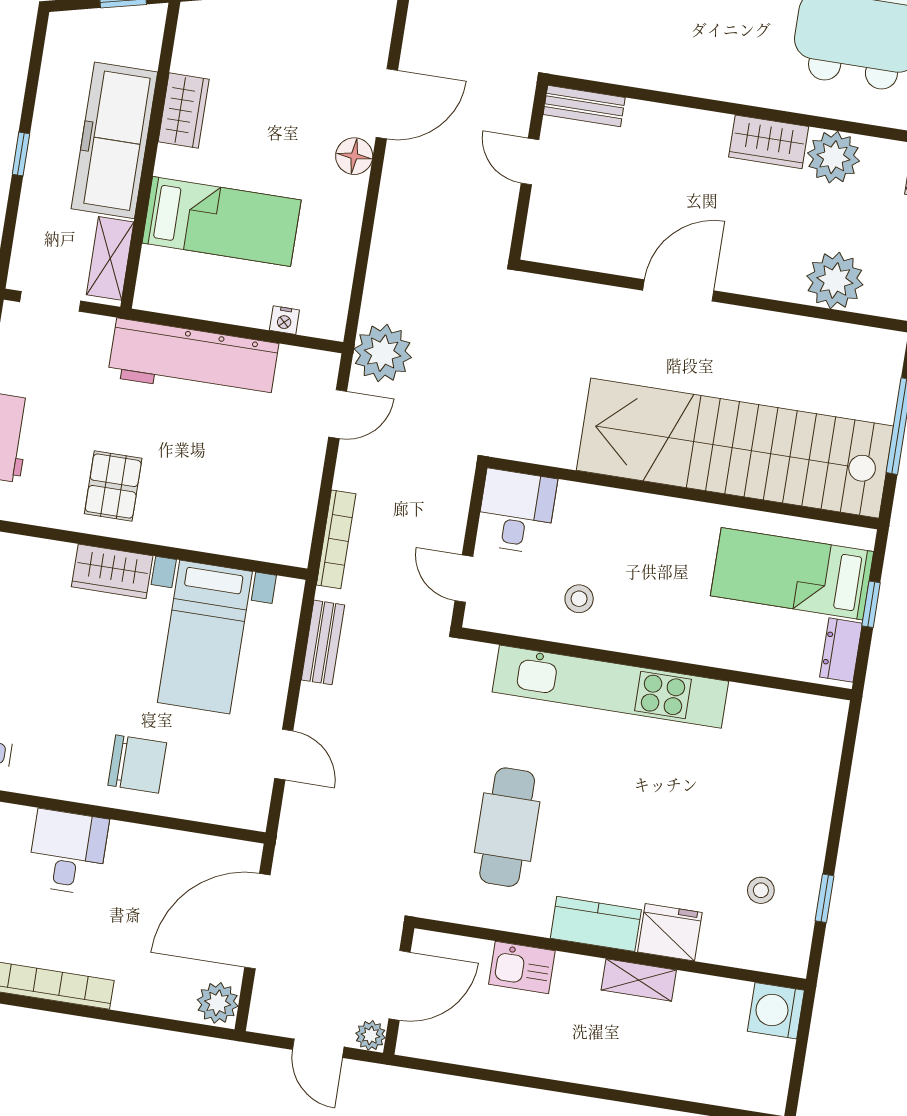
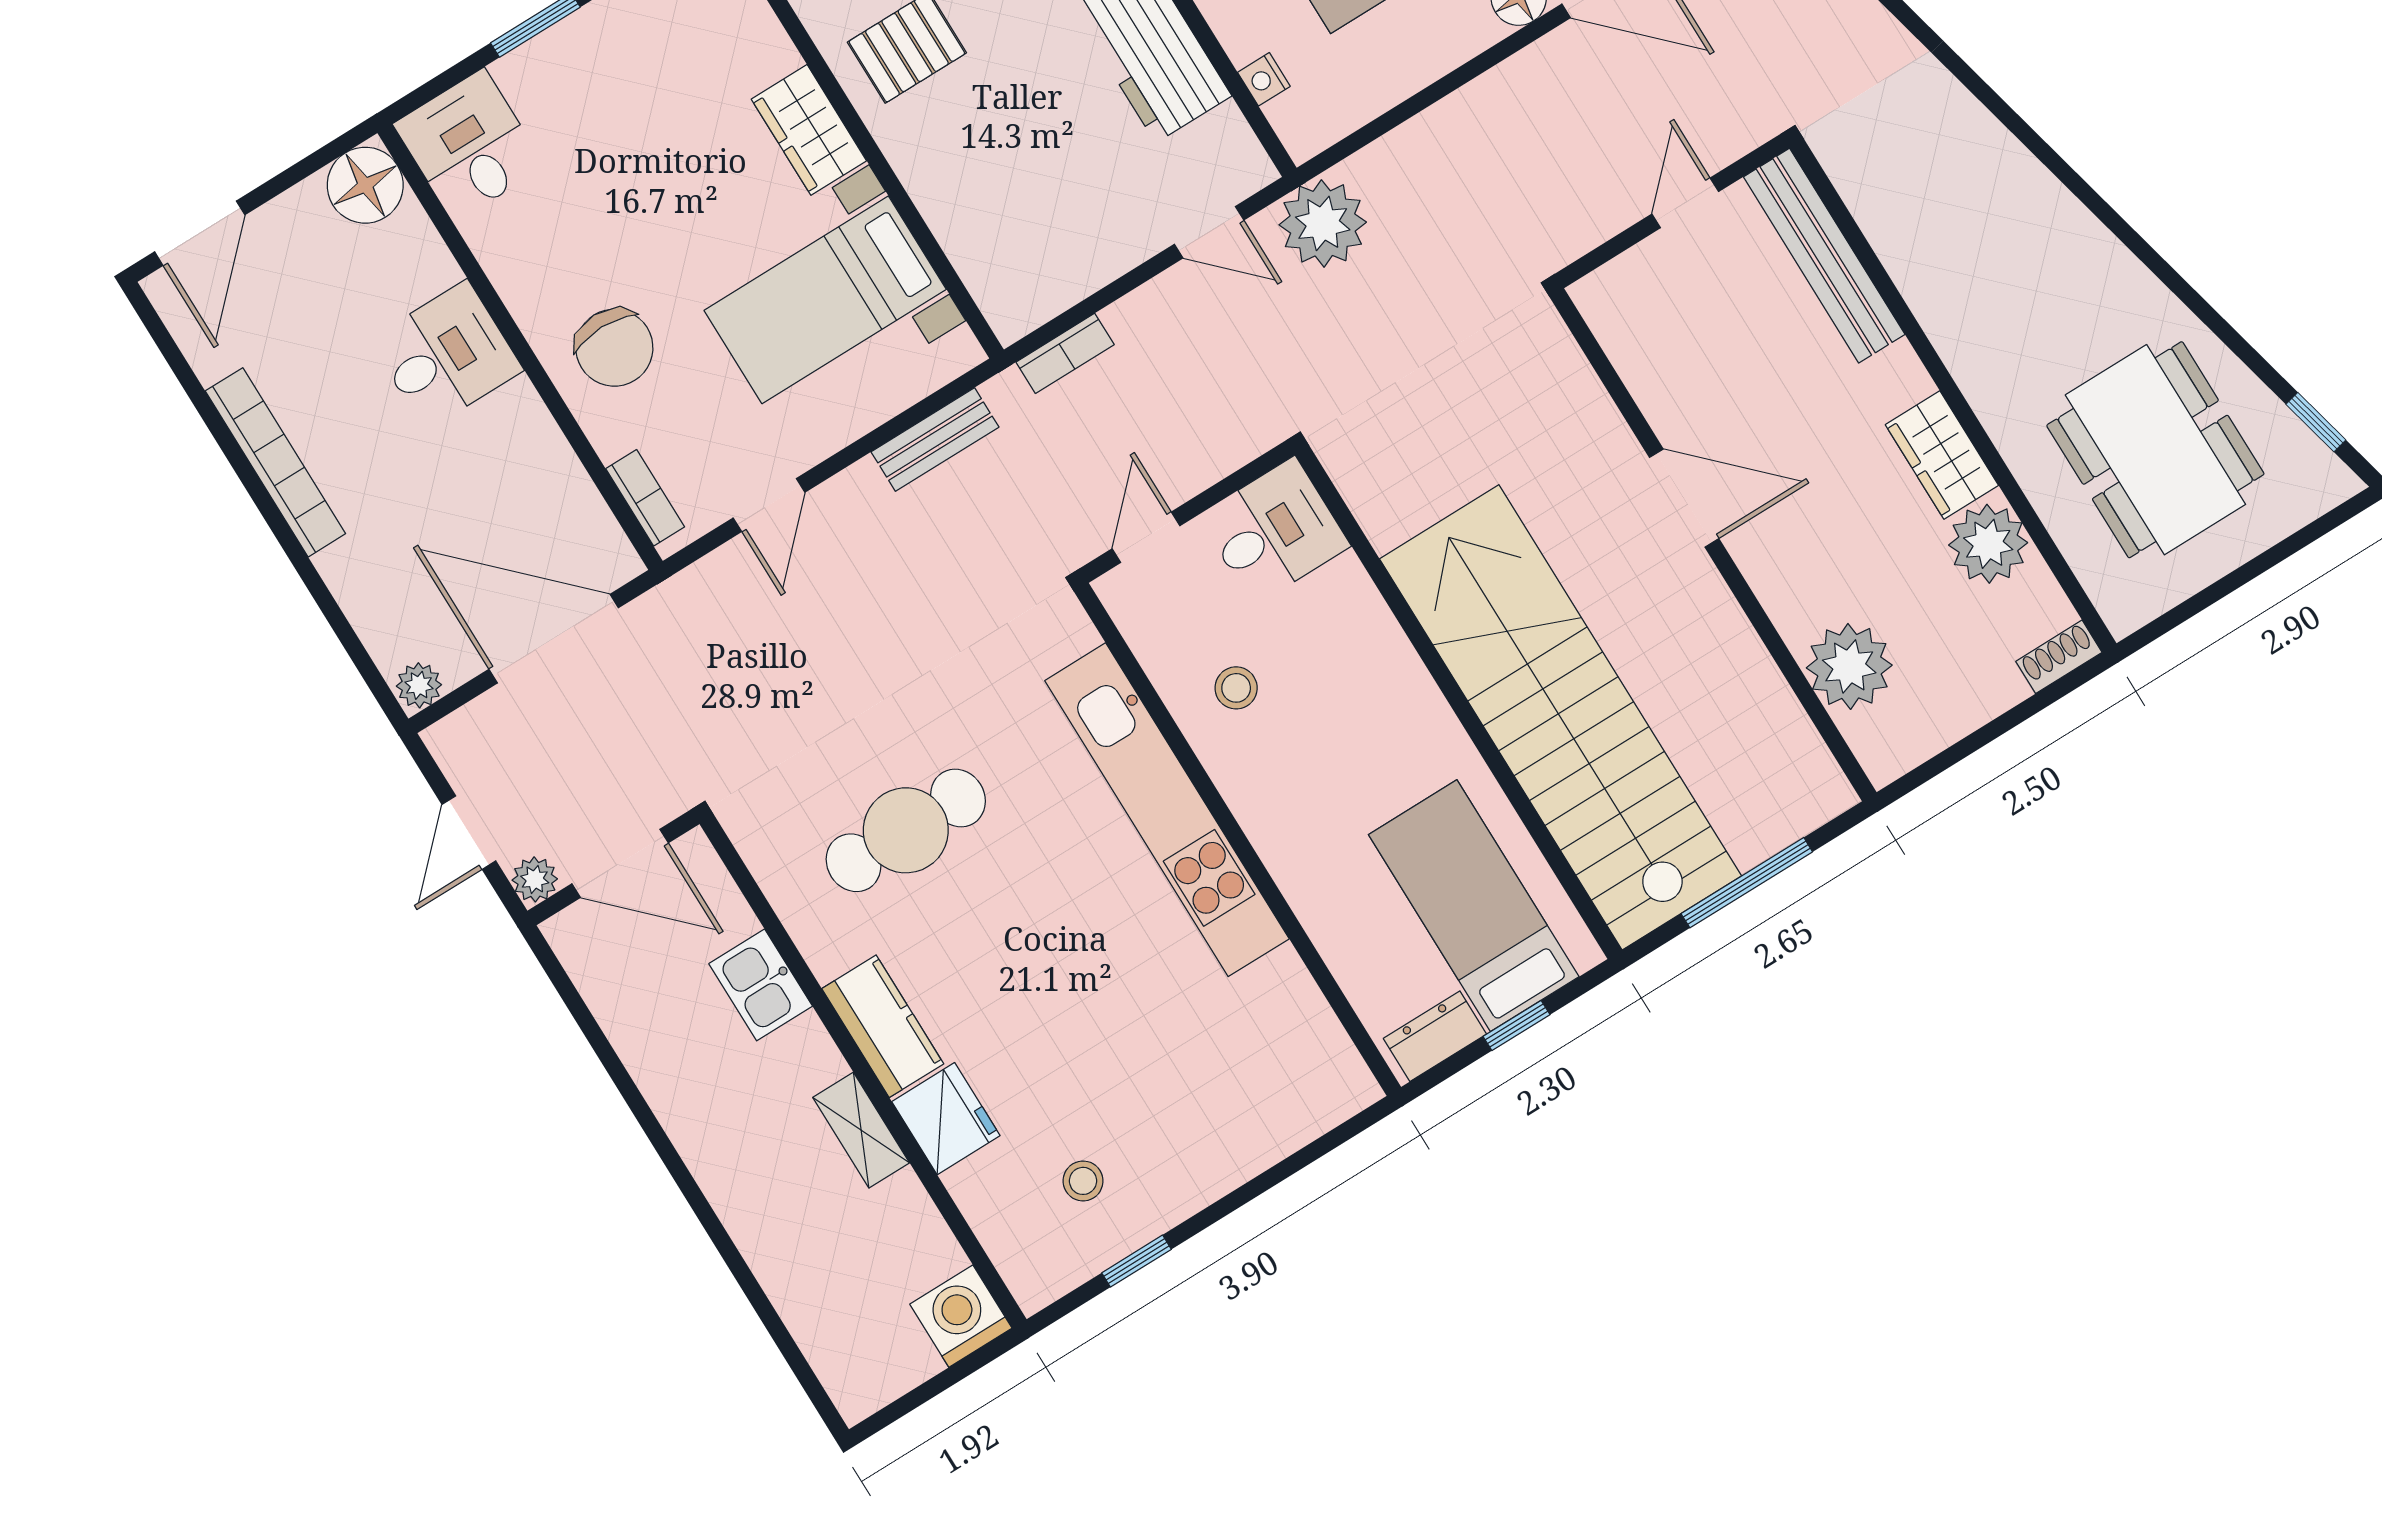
bench: (584, 106) -> (1824, 256), width x1.86, depth x1.21
bookcase: (336, 539) -> (1065, 353), width x0.64
bookcase: (226, 814) -> (645, 498), added
plant: (218, 1003) -> (419, 685), width x0.73, depth x0.73

